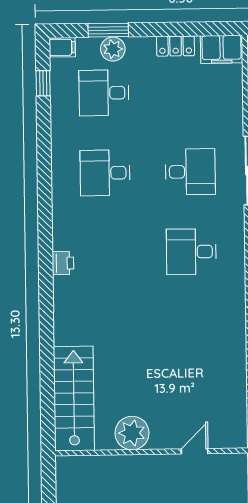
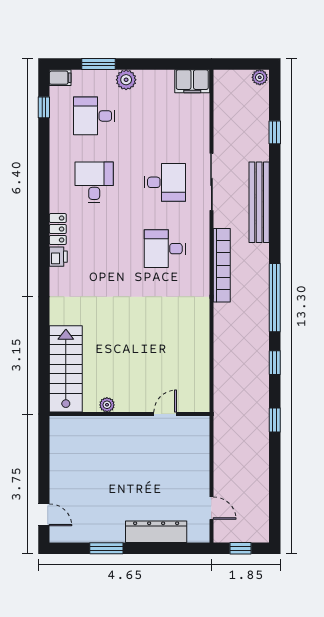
locker: (176, 46) -> (58, 229), moved, turned -90
plant: (113, 49) -> (126, 80), moved
desk: (105, 173) -> (94, 182), turned 90
plant: (132, 433) -> (107, 405), width x0.53, depth x0.53

